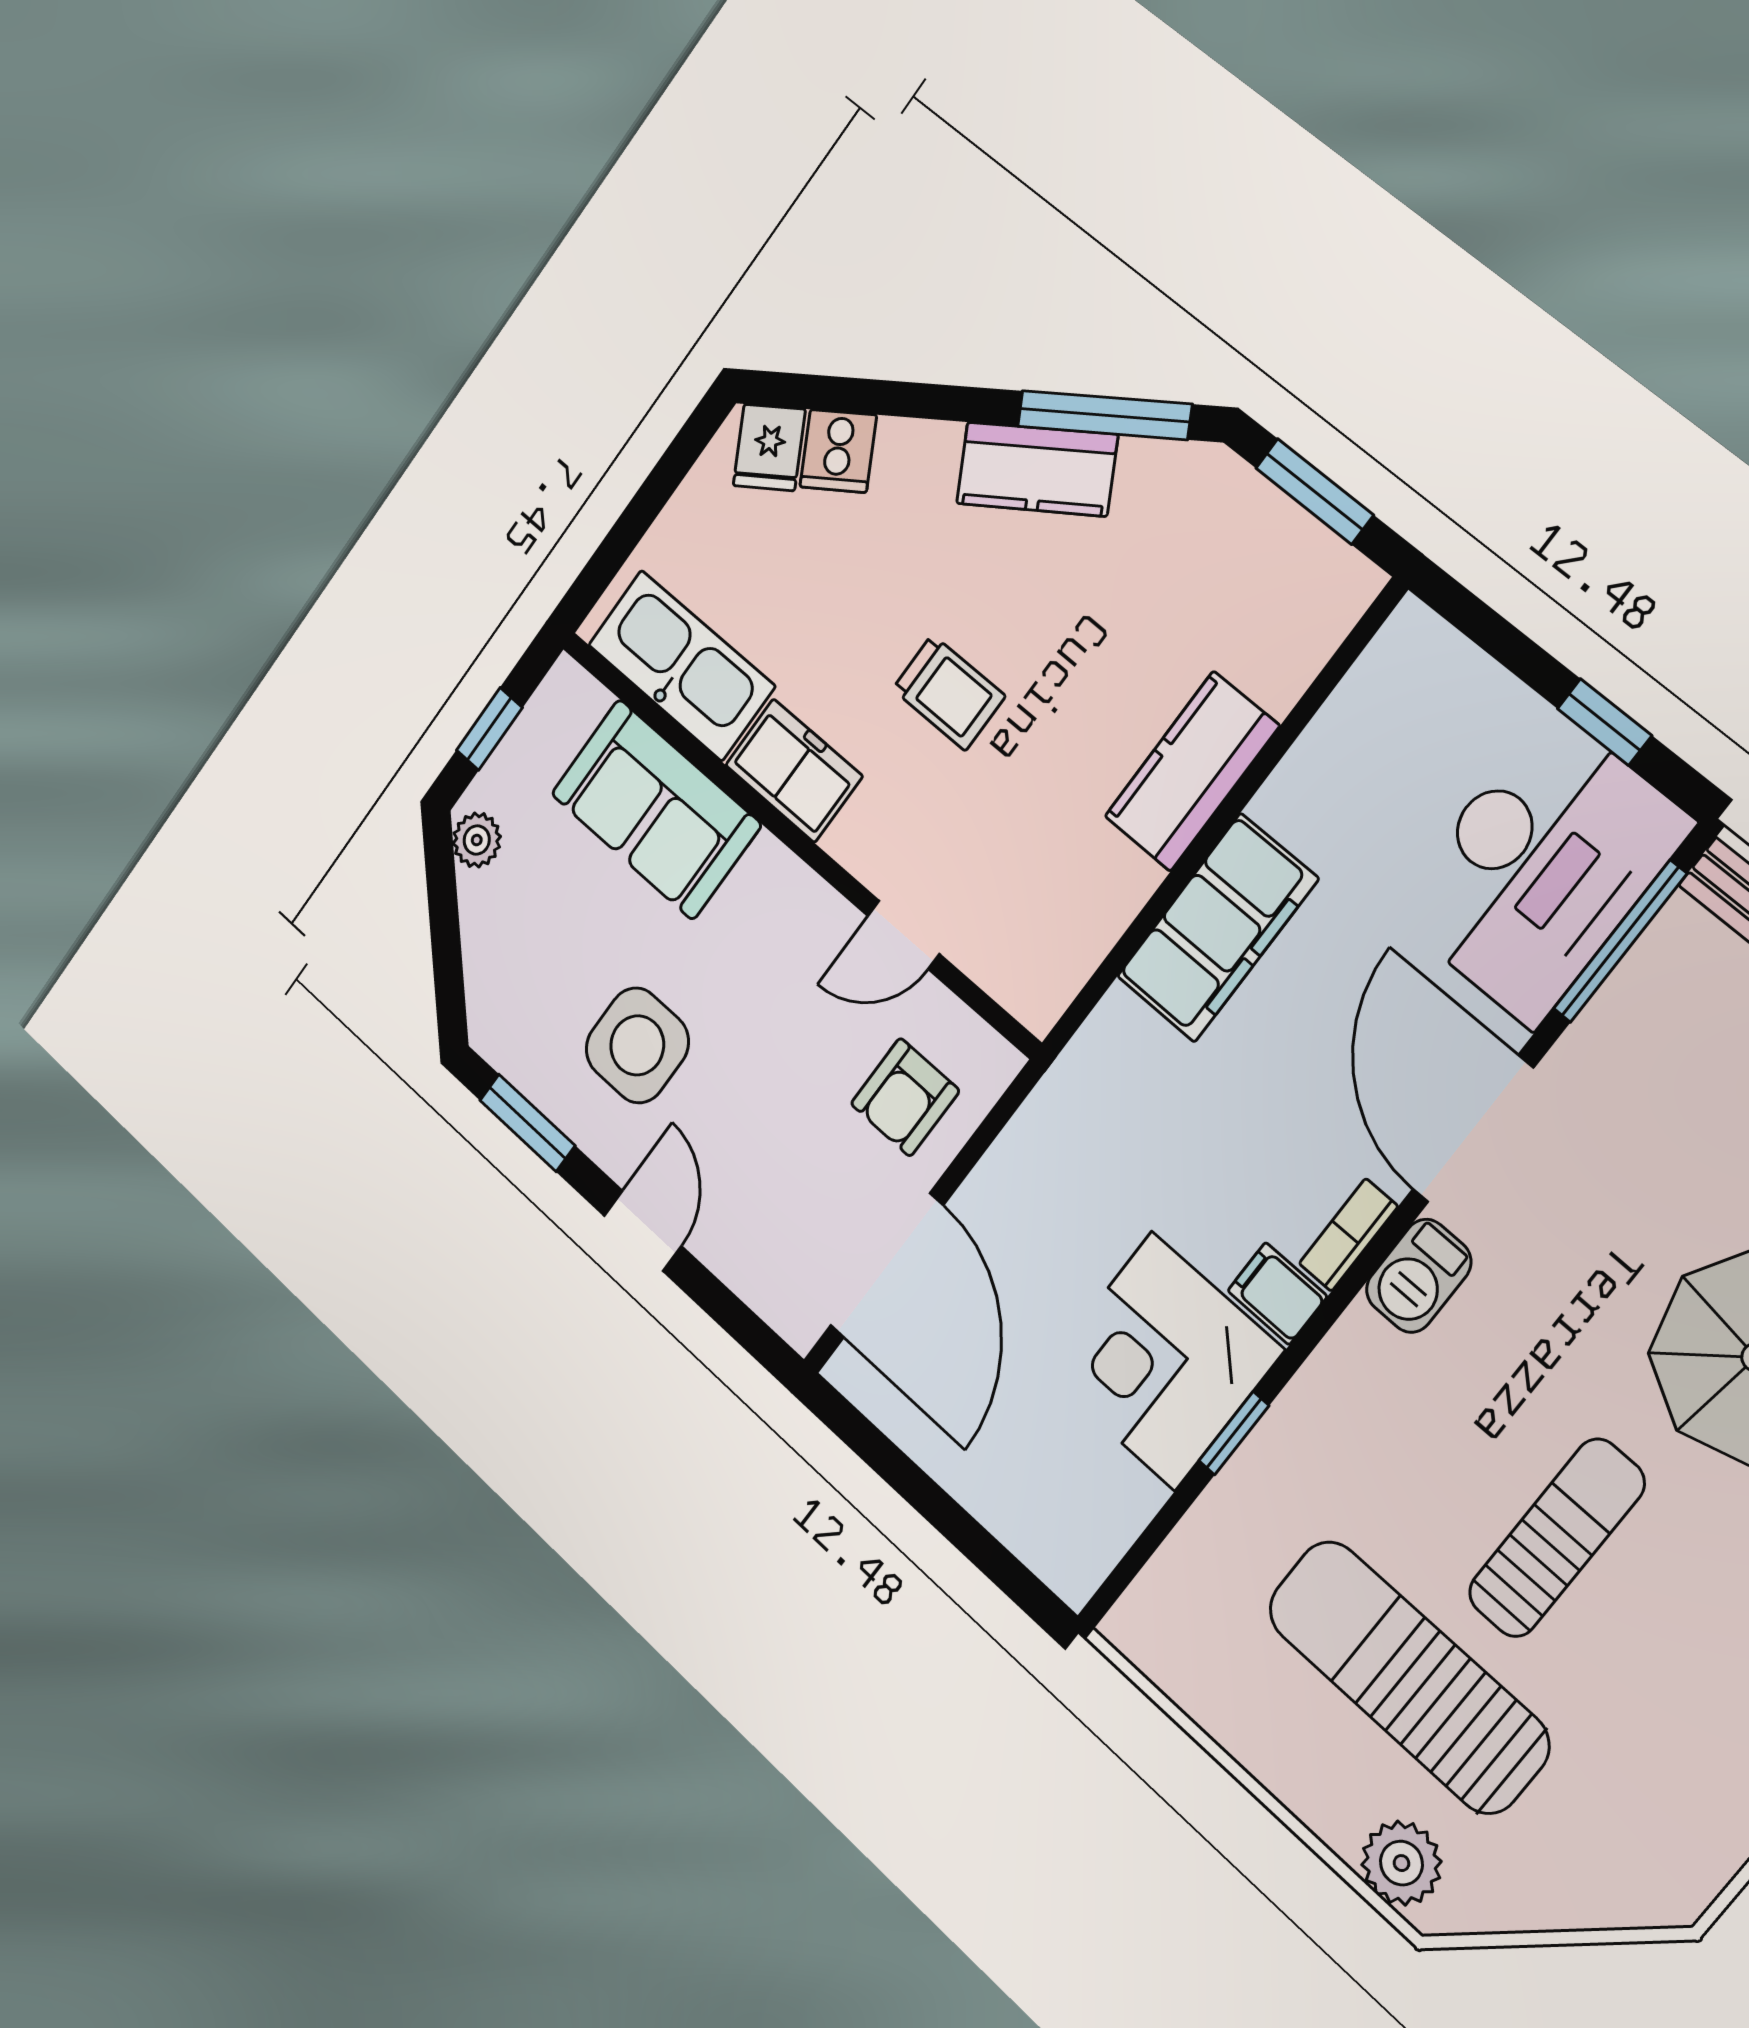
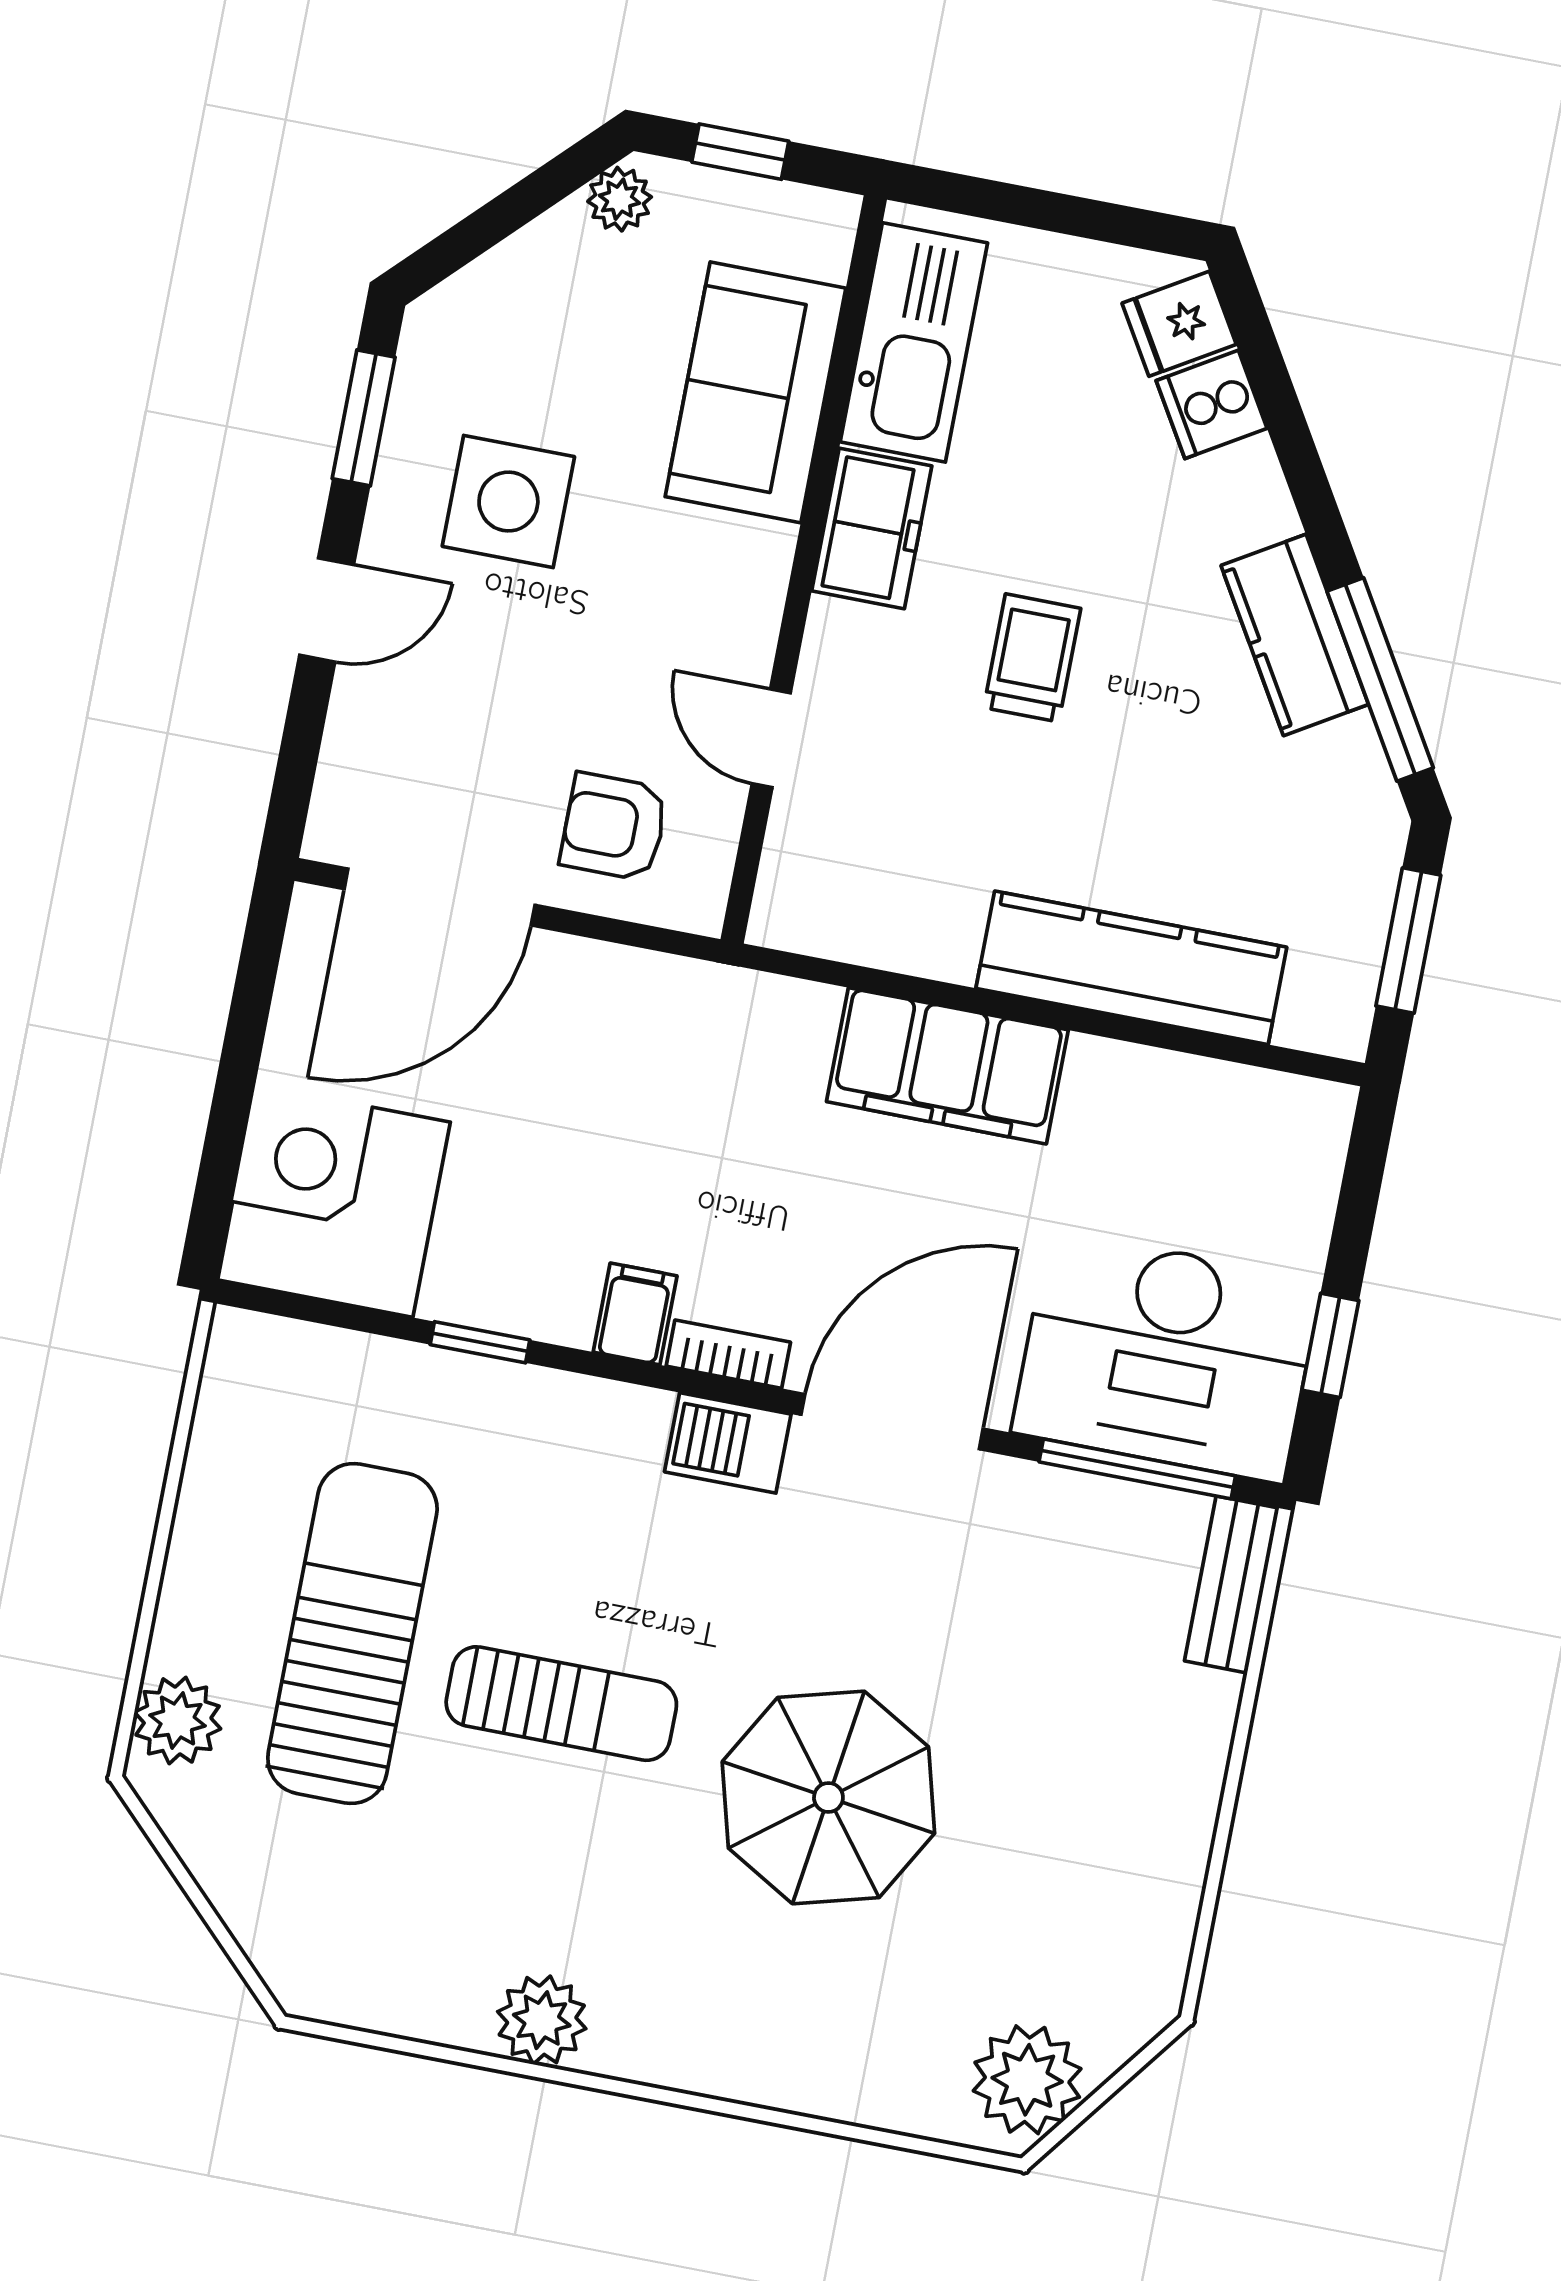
trolley: (949, 693) -> (1032, 658), turned 180
kitchen counter: (1192, 771) -> (1131, 968), width x1.50
corner desk: (1163, 1361) -> (334, 1201), moved

